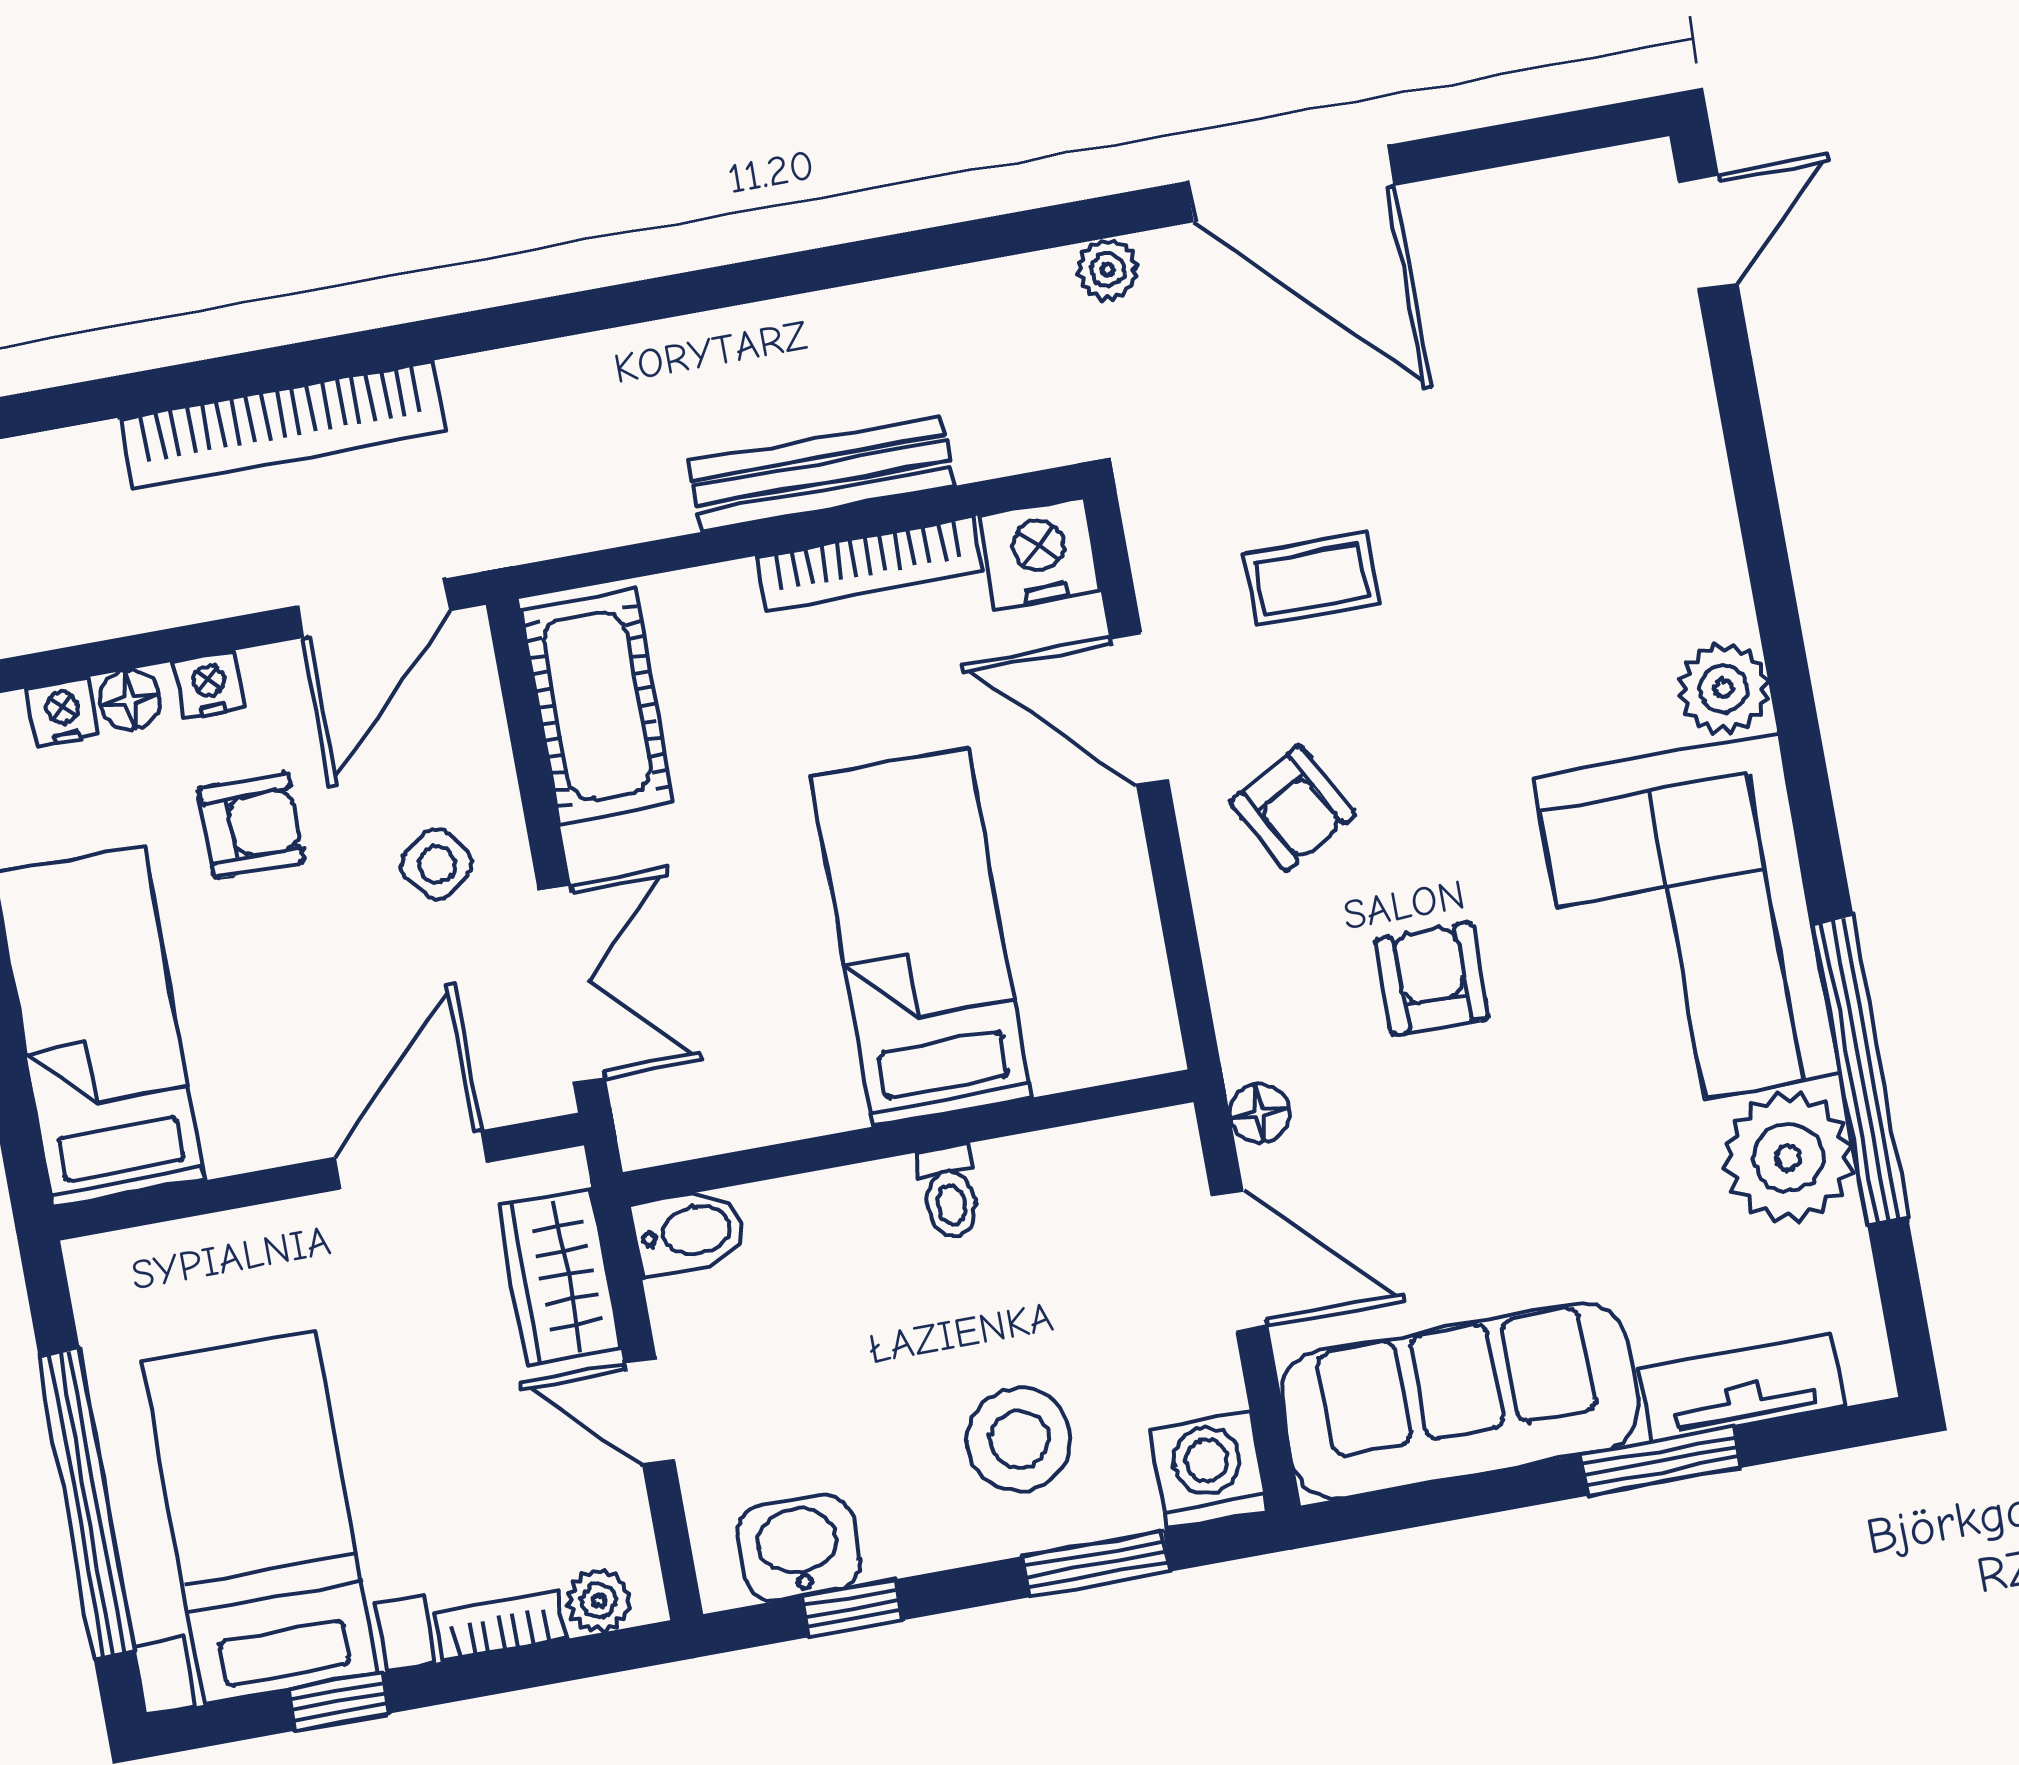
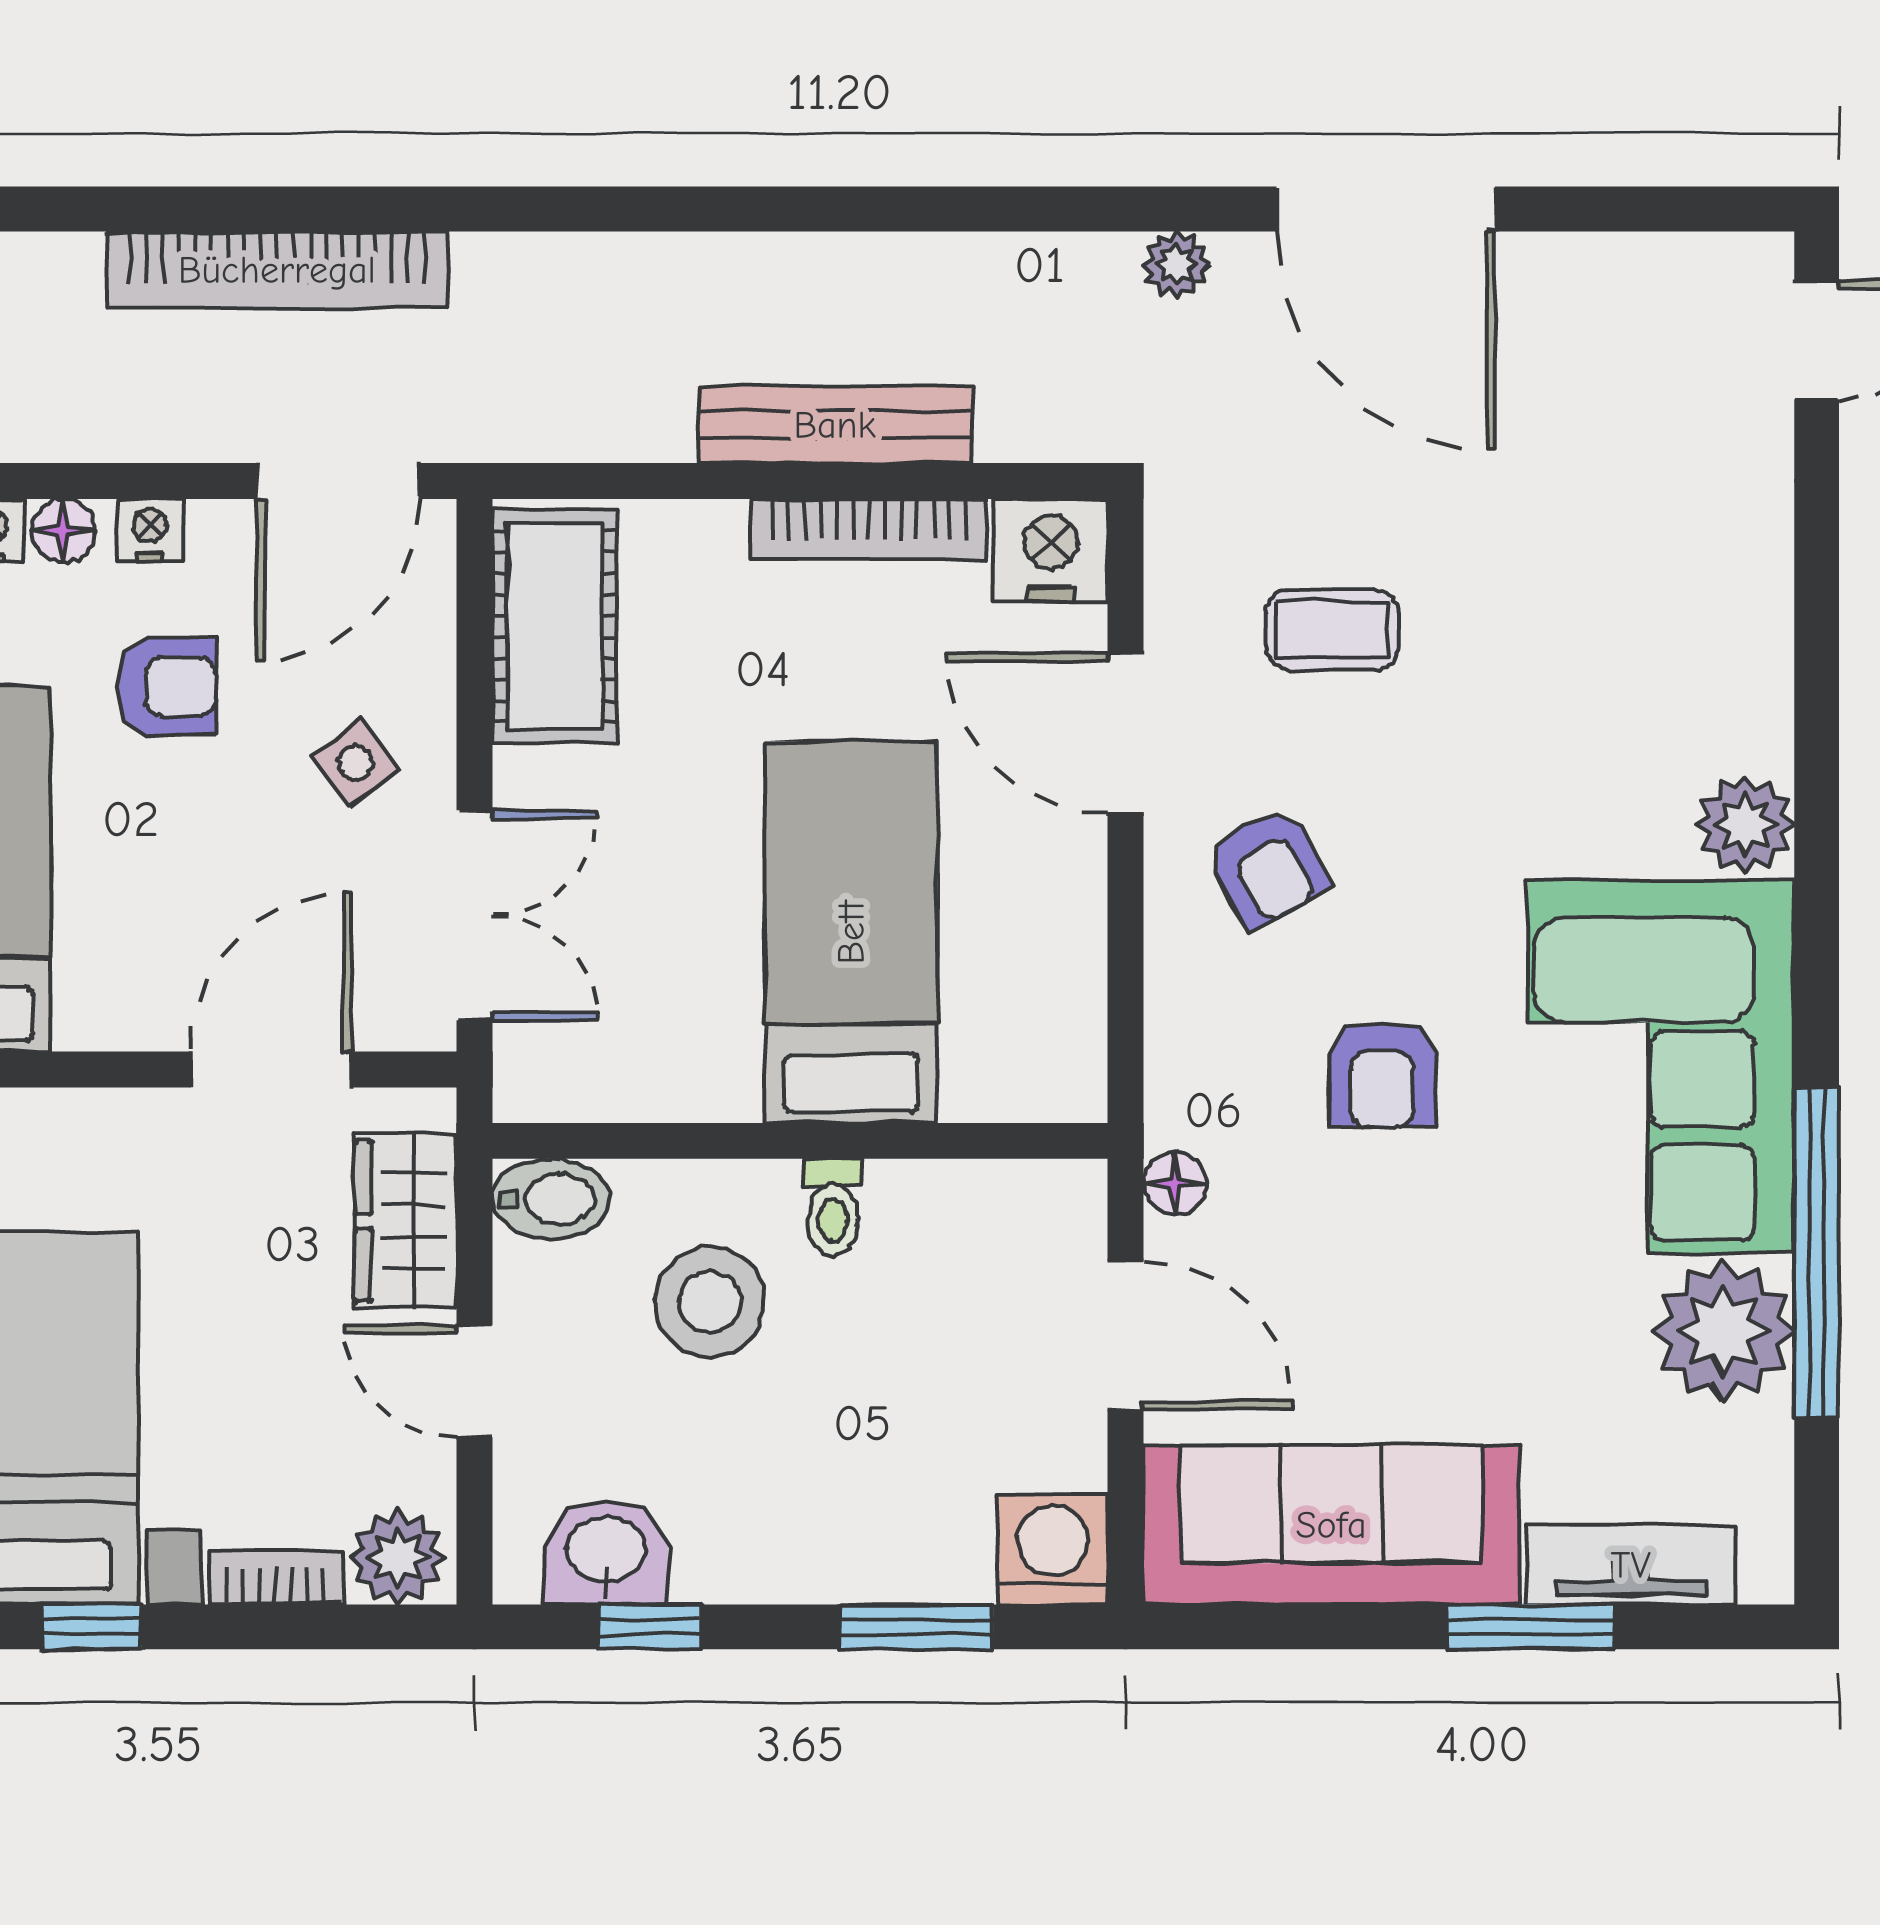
armchair: (1432, 979) -> (1382, 1074), turned 180
stool: (1019, 1439) -> (710, 1302), moved
plant: (599, 1600) -> (398, 1557), width x1.38, depth x1.38

